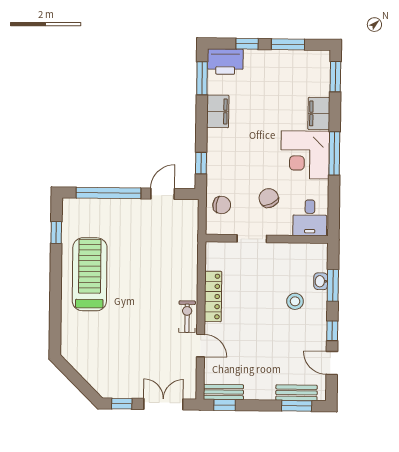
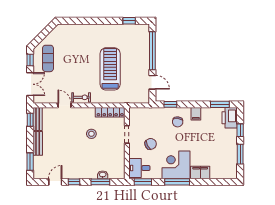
window: (335, 77) -> (143, 182), moved
filing cabinet: (218, 111) -> (196, 114), width x0.50
chair: (222, 205) -> (178, 122), moved
treadmill: (90, 274) -> (110, 69), moved, turned -90
locker: (213, 296) -> (110, 112), moved
stool: (295, 301) -> (91, 134), moved
door: (201, 346) -> (64, 105), swing flipped
exercise mat: (119, 373) -> (48, 58), added
bench: (296, 393) -> (38, 143), moved

